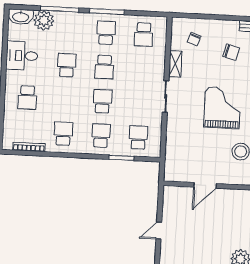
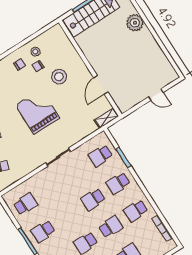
shelving: (175, 64) -> (106, 118), moved
school desk: (104, 67) -> (111, 227), moved
grand piano: (222, 108) -> (37, 112), turned 90
door: (205, 185) -> (101, 85), swing flipped

